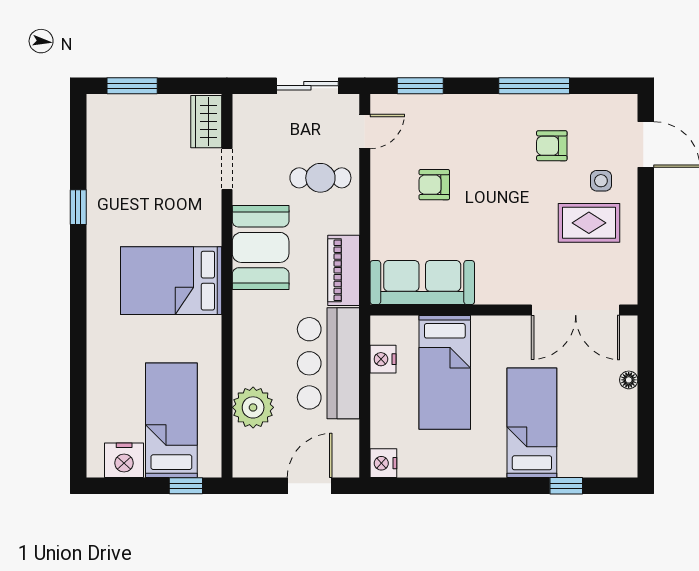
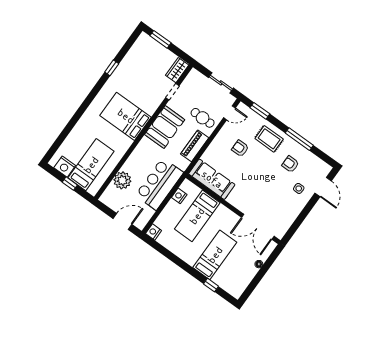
rug: (589, 223) -> (269, 139), moved
piano: (344, 270) -> (195, 146), moved
window: (186, 486) -> (70, 184), moved

